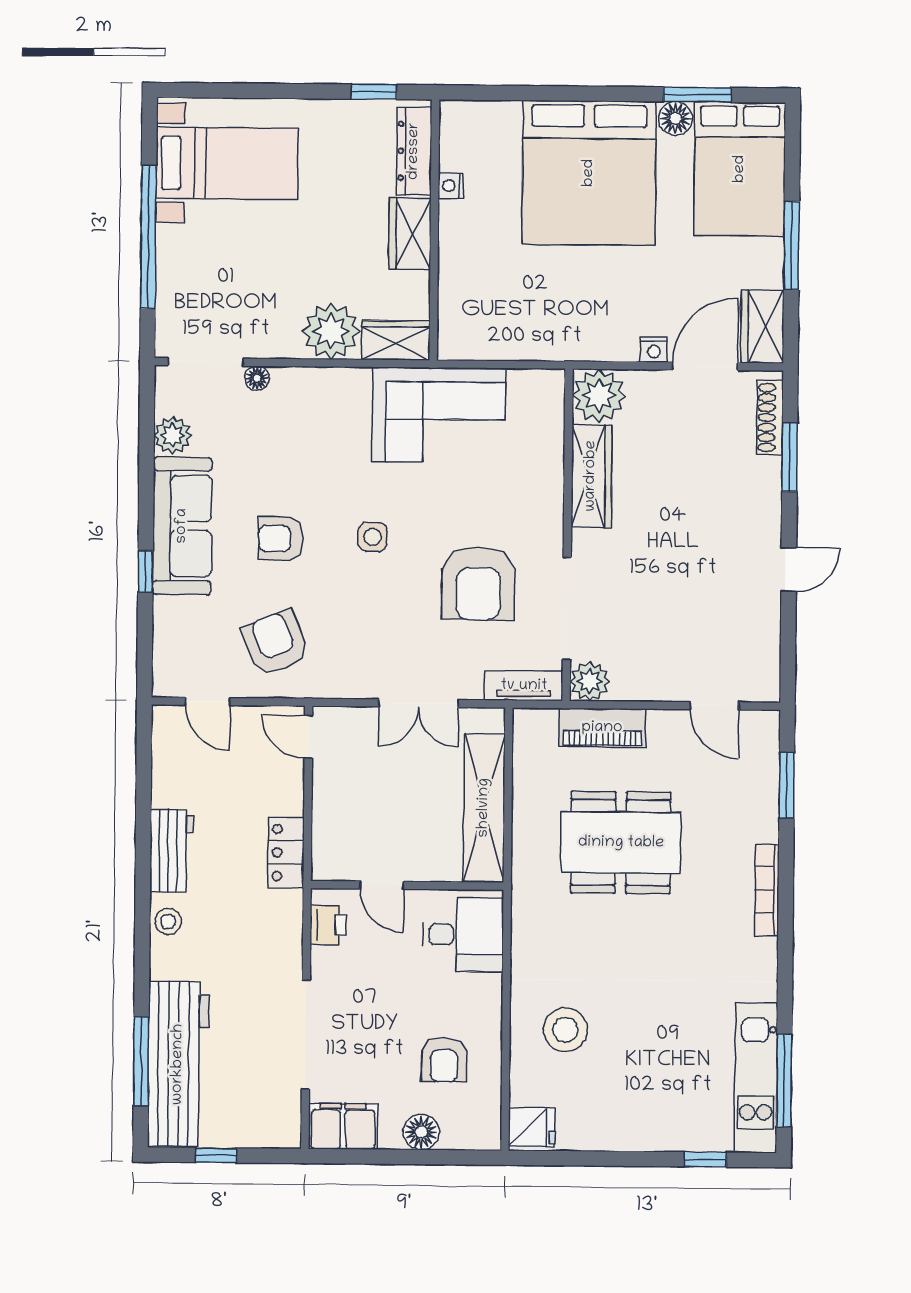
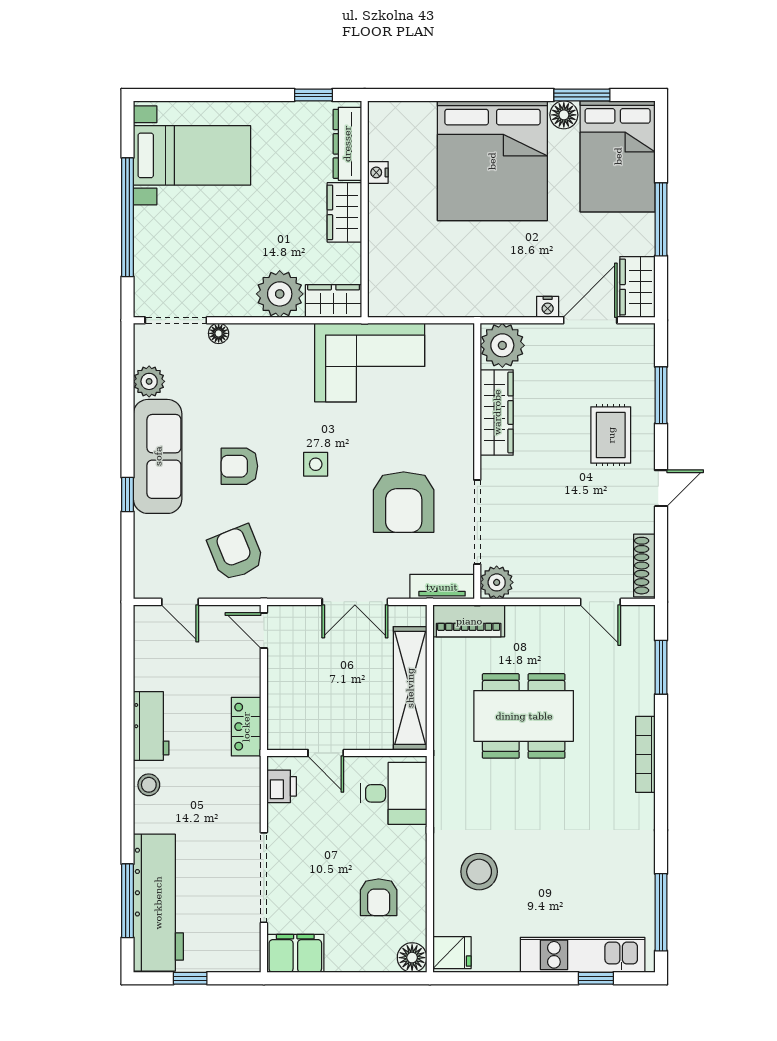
shoe rack: (770, 418) -> (644, 566), moved
rug: (729, 505) -> (611, 435), added
piano: (602, 728) -> (469, 621), moved
kitchen unit: (756, 1078) -> (583, 955), moved, turned 90
floor lamp: (421, 1132) -> (412, 958), moved

